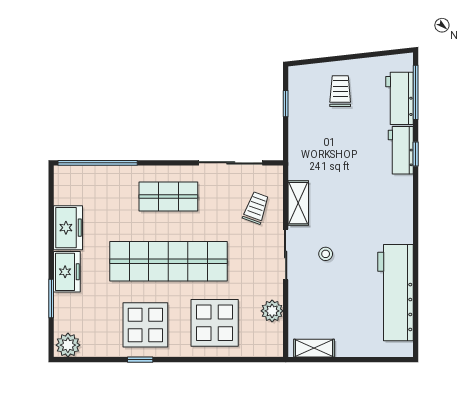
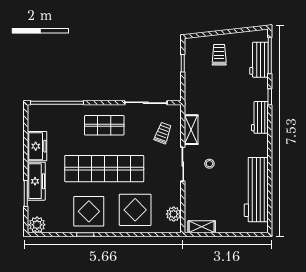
workbench: (401, 150) -> (260, 117), moved
freezer: (67, 272) -> (36, 181), width x1.40
plant: (272, 311) -> (174, 214), moved

